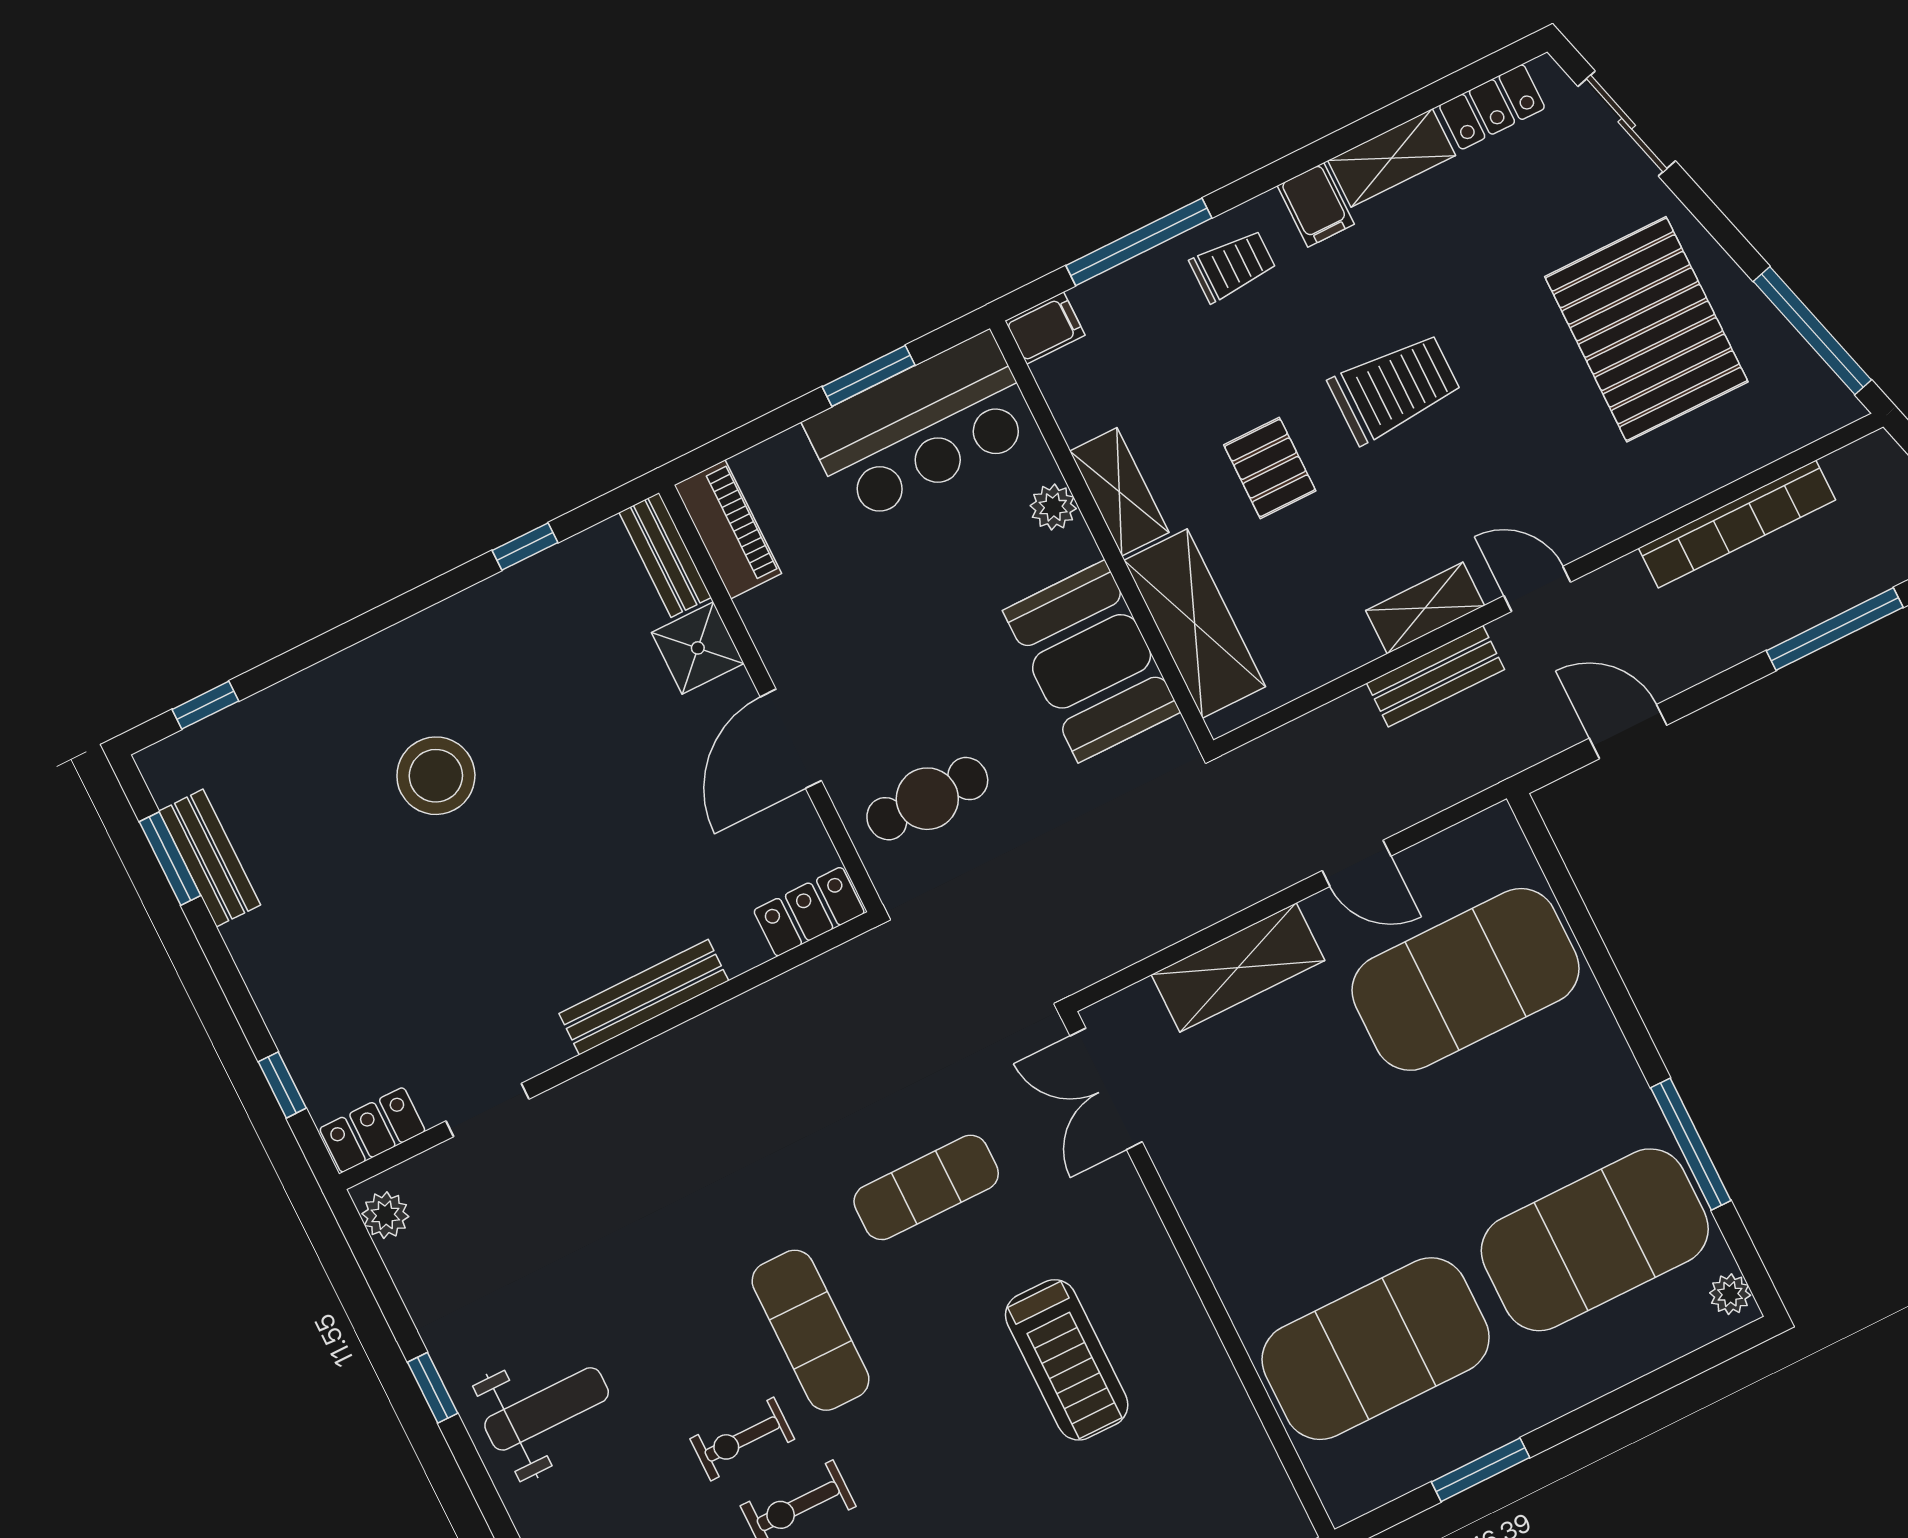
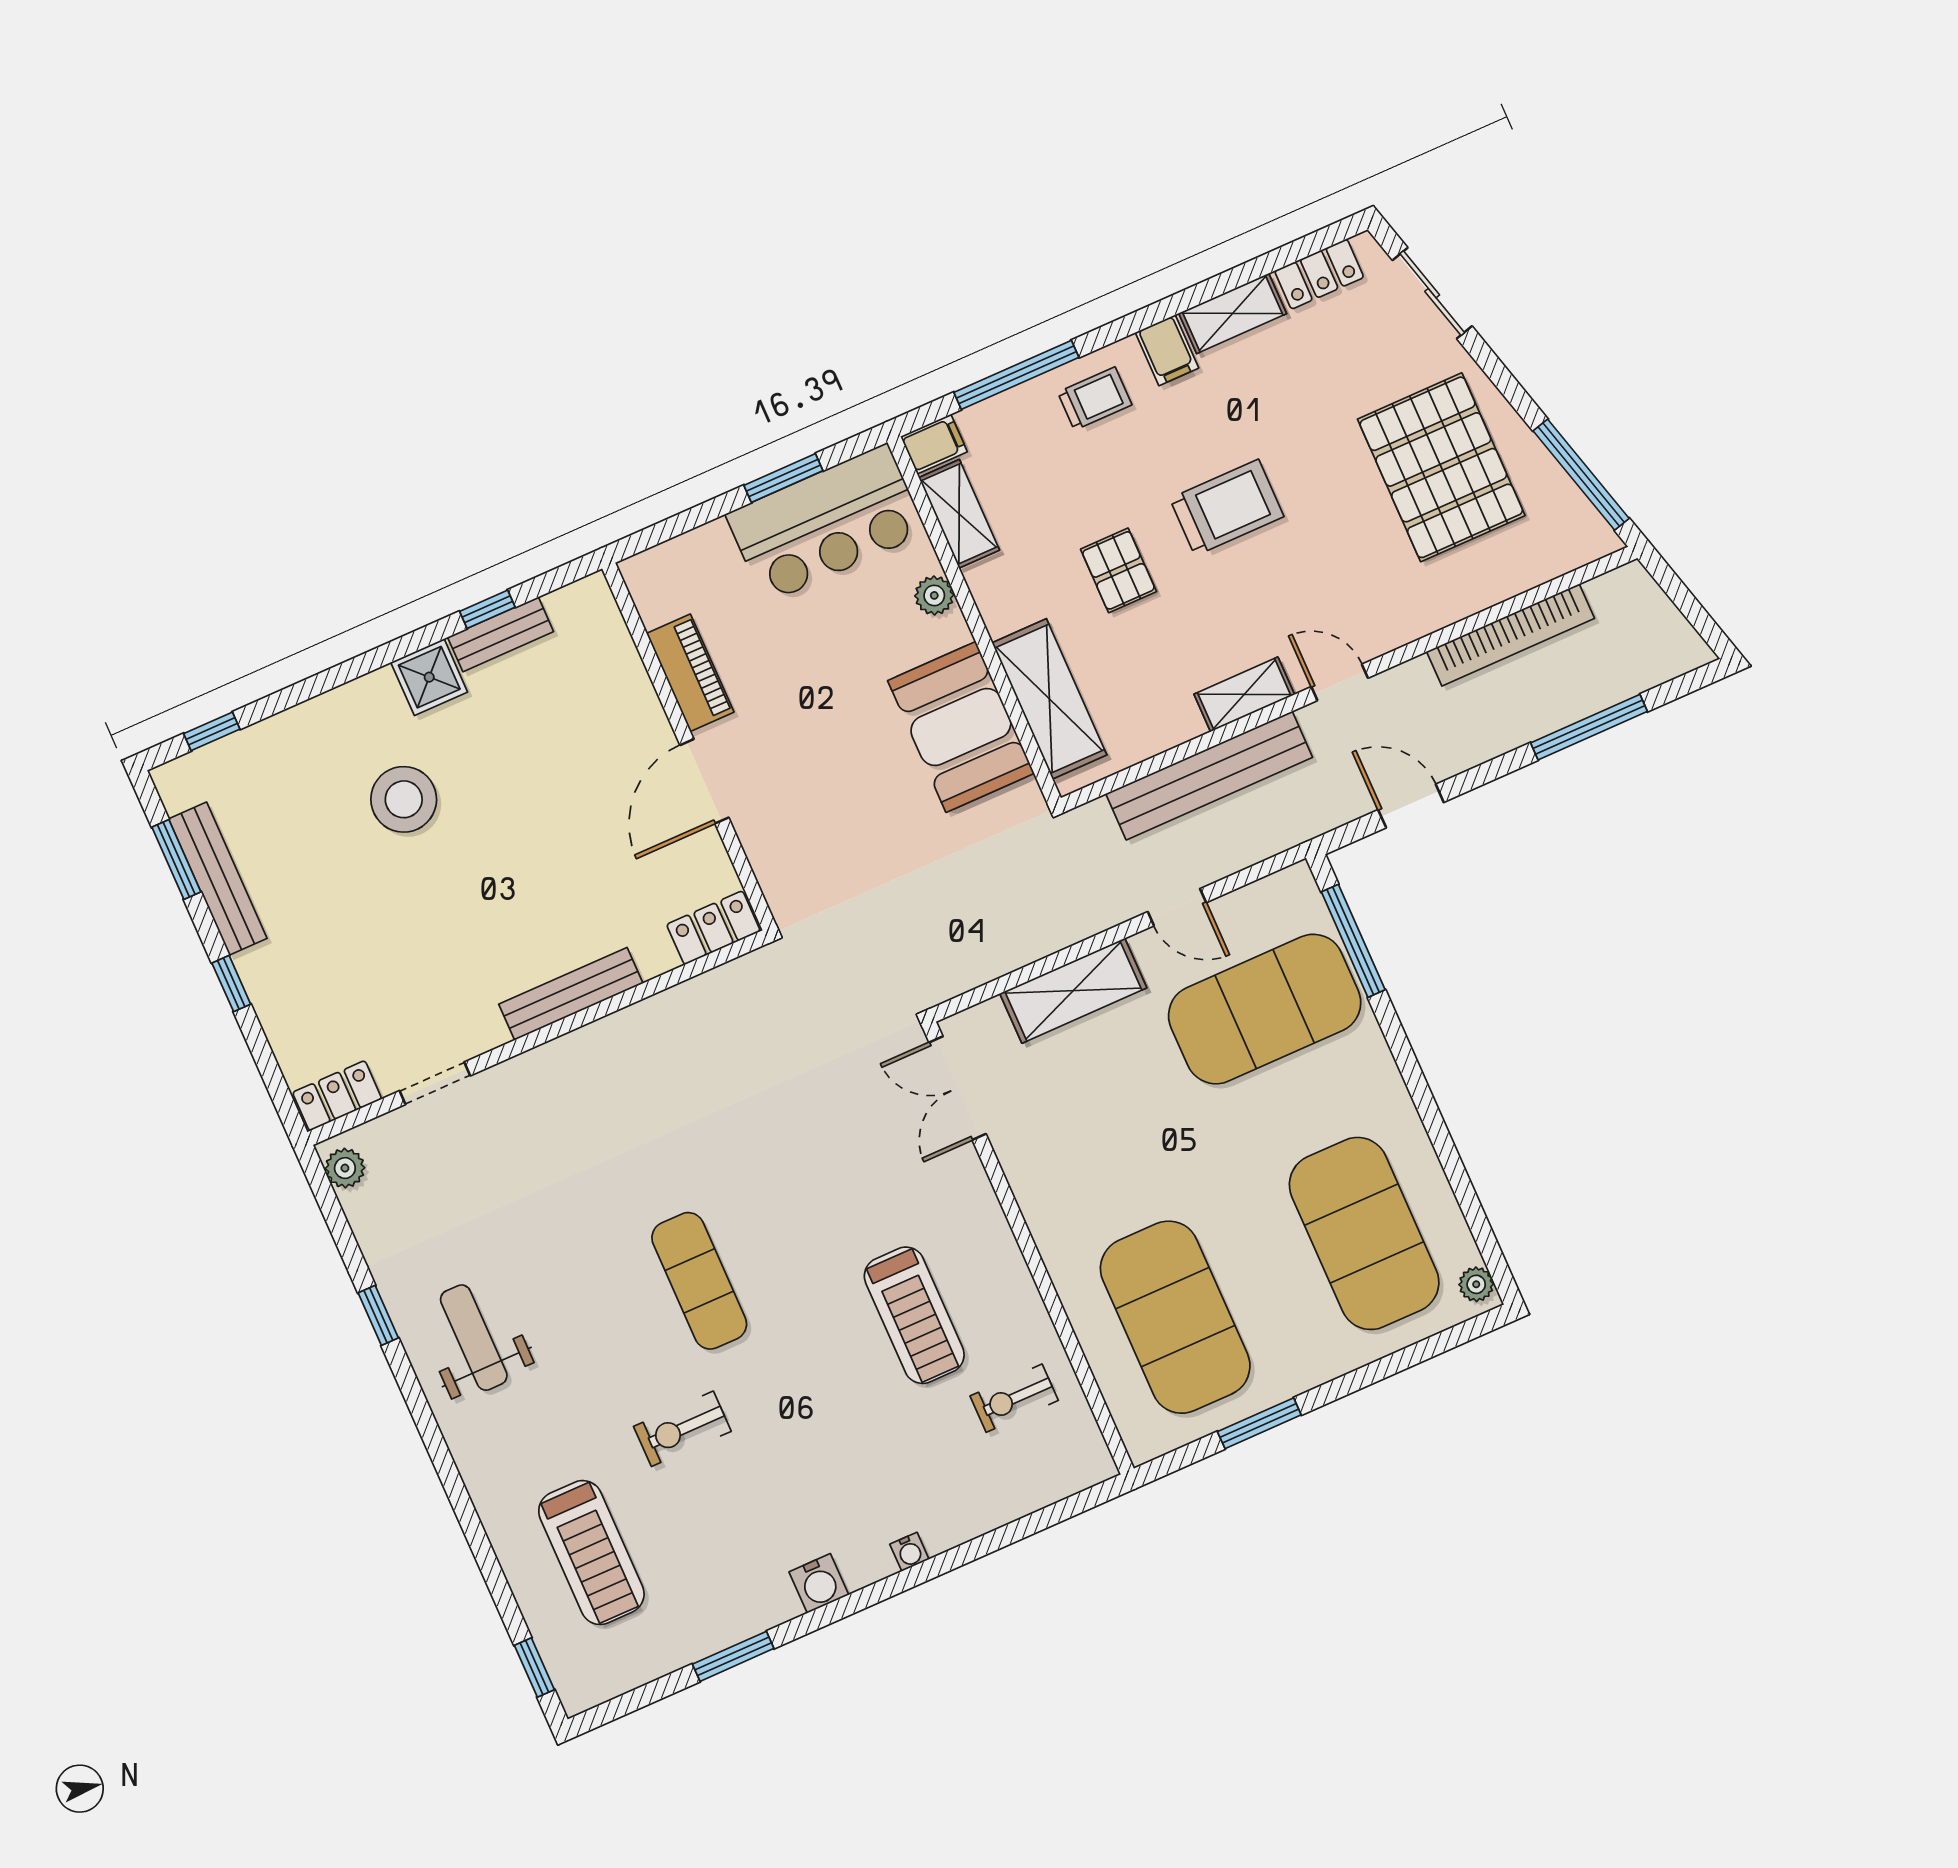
shelving: (1119, 492) -> (959, 514), moved
piano: (728, 529) -> (690, 673), moved
bench: (665, 555) -> (501, 634), moved, turned 90
shower: (698, 648) -> (429, 677), moved
bench: (1436, 676) -> (1209, 775), width x1.86, depth x1.21
cafe table: (927, 799) -> (817, 837), removed
bench: (210, 858) -> (218, 879), width x1.36
window: (282, 1085) -> (231, 984), moved
window: (1691, 1144) -> (1353, 941), moved
exercise mat: (926, 1187) -> (802, 1165), removed
exercise mat: (1595, 1240) -> (1364, 1233), turned 90
exercise mat: (1376, 1349) -> (1175, 1317), turned 90
weight bench: (547, 1409) -> (474, 1338), turned -90
exercise bike: (742, 1439) -> (1014, 1398), moved

